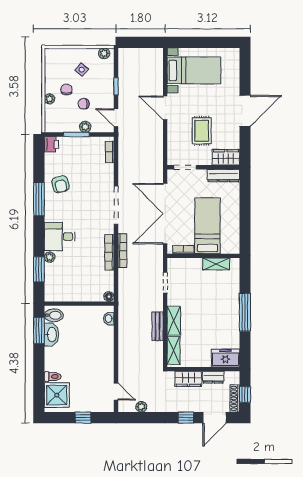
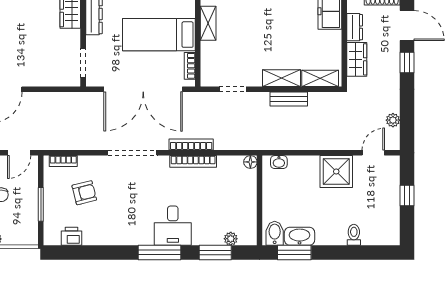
plant: (85, 127) -> (31, 193), removed
rug: (202, 131) -> (36, 42), removed
printer: (51, 144) -> (72, 236), moved
armchair: (60, 184) -> (84, 193), moved
window: (39, 199) -> (159, 253), moved
plant: (50, 257) -> (231, 239), moved
shower: (57, 395) -> (336, 172), moved

